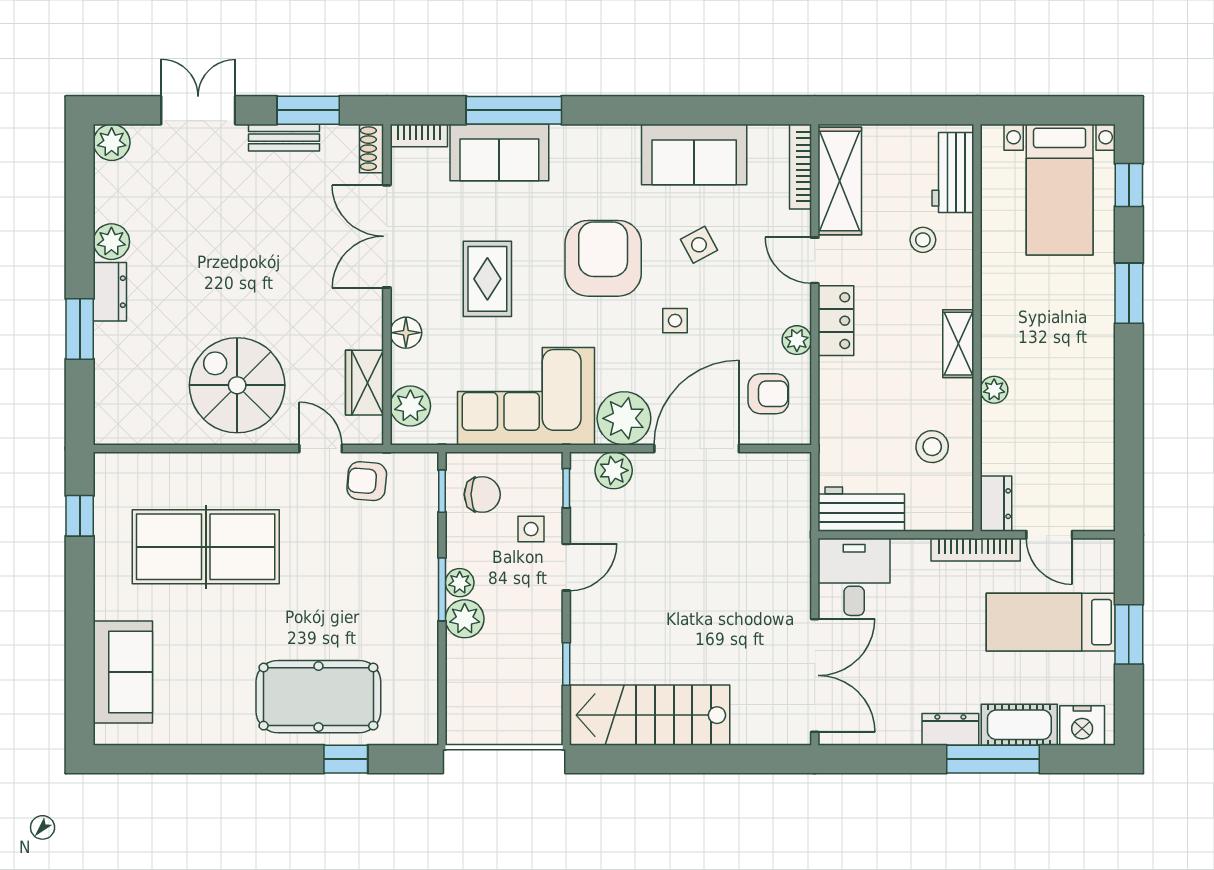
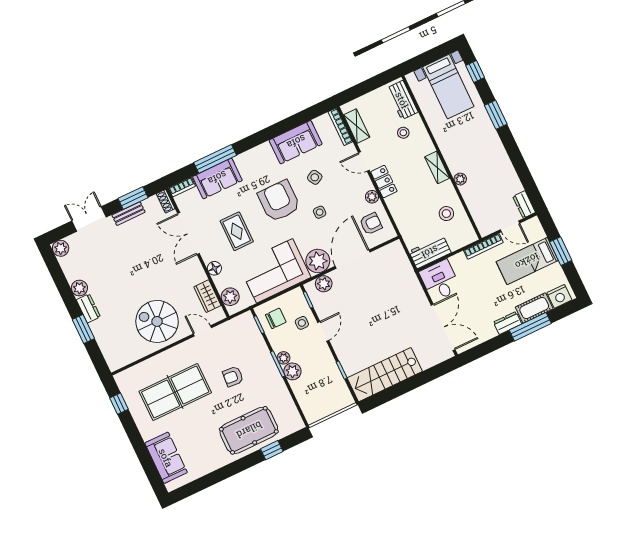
shelving: (840, 181) -> (357, 126), width x0.67, depth x0.75
armchair: (367, 481) -> (233, 377), moved
dresser: (996, 504) -> (524, 204), moved, turned 180

